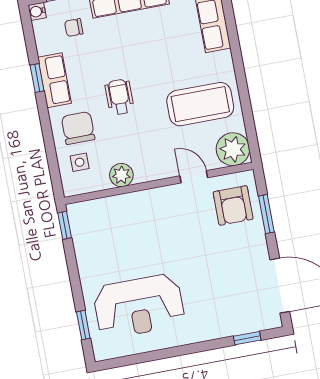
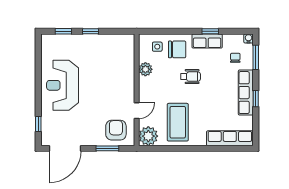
armchair: (233, 205) -> (116, 130), turned 90
window: (65, 225) -> (90, 31), moved
reception desk: (139, 306) -> (63, 85), moved

